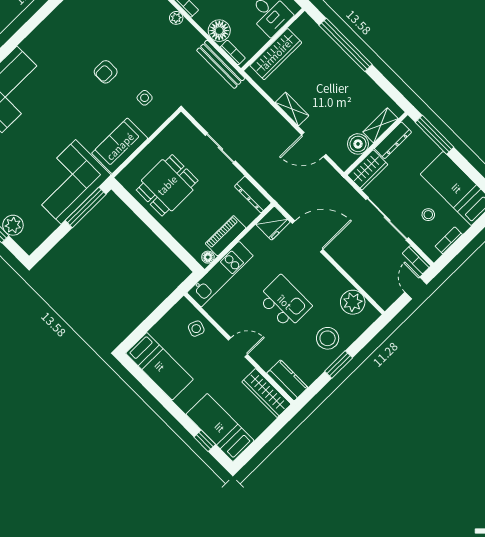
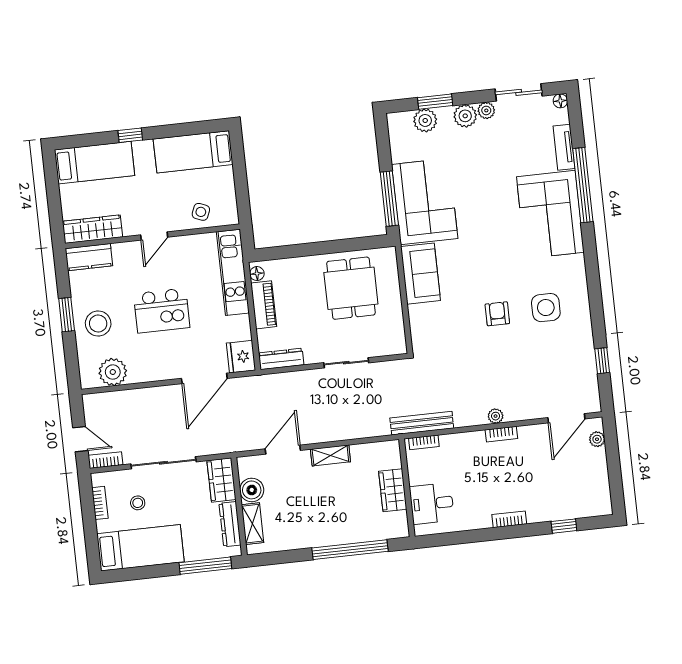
floor lamp: (219, 31) -> (453, 446), removed
wardrobe: (276, 54) -> (393, 490), width x0.67
side table: (145, 98) -> (546, 308), moved, width x1.87, depth x1.87
window: (205, 441) -> (130, 135), moved

